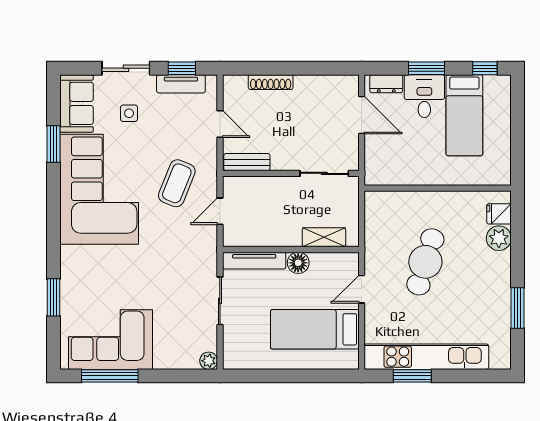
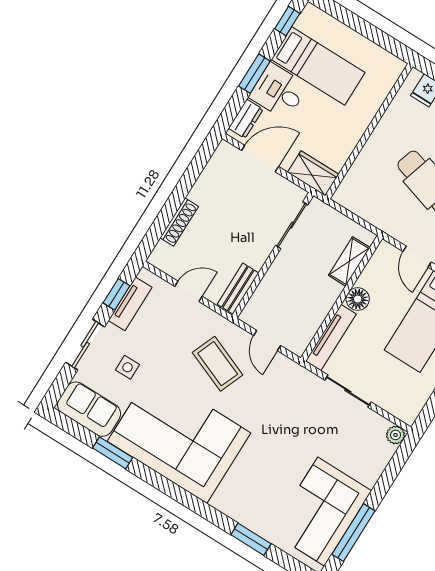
wardrobe: (376, 165) -> (313, 173), added

